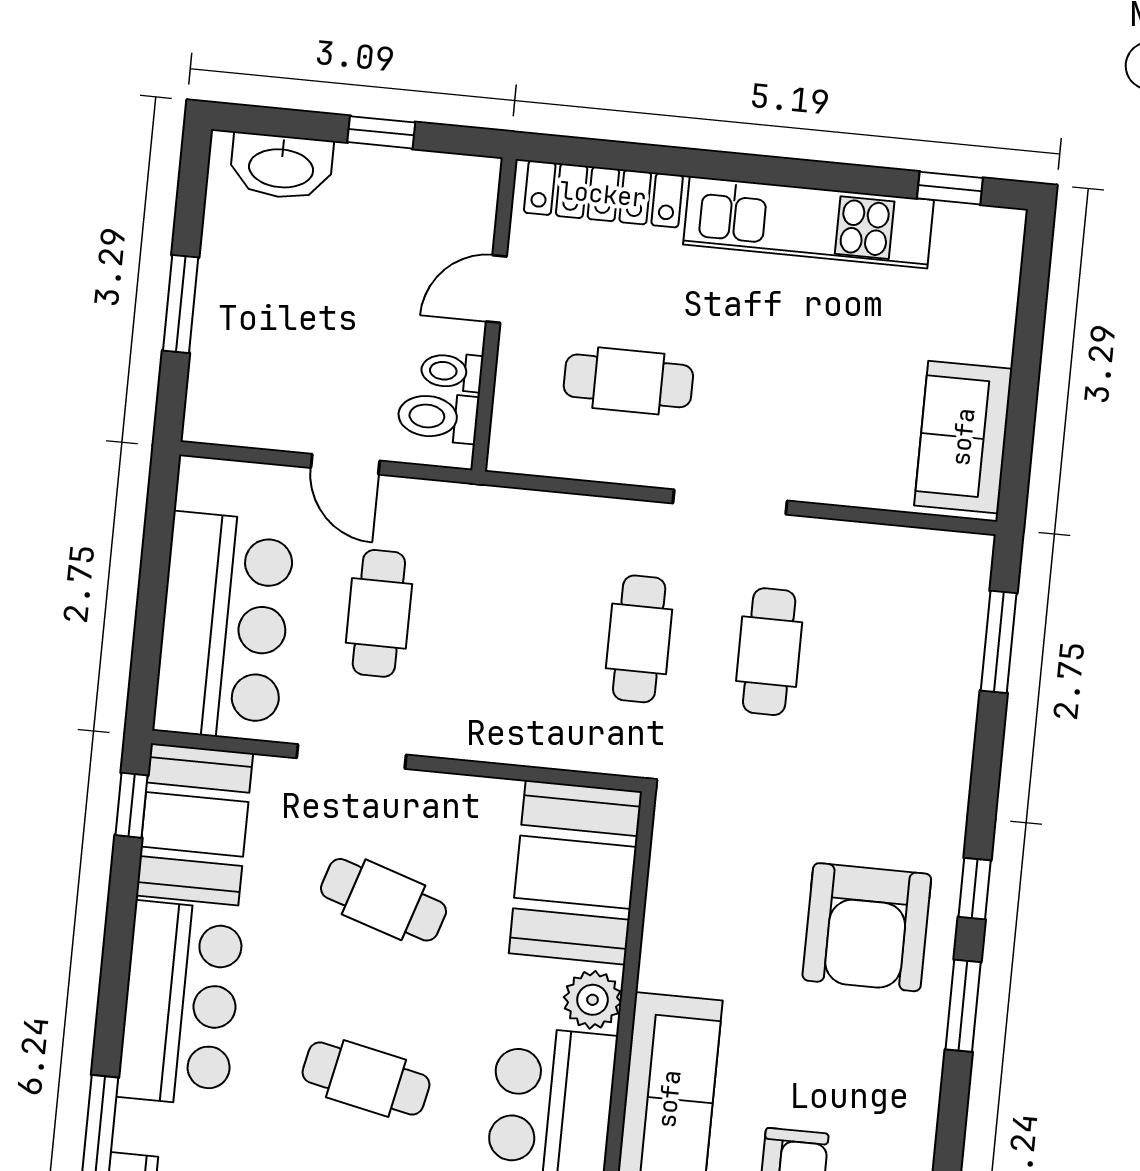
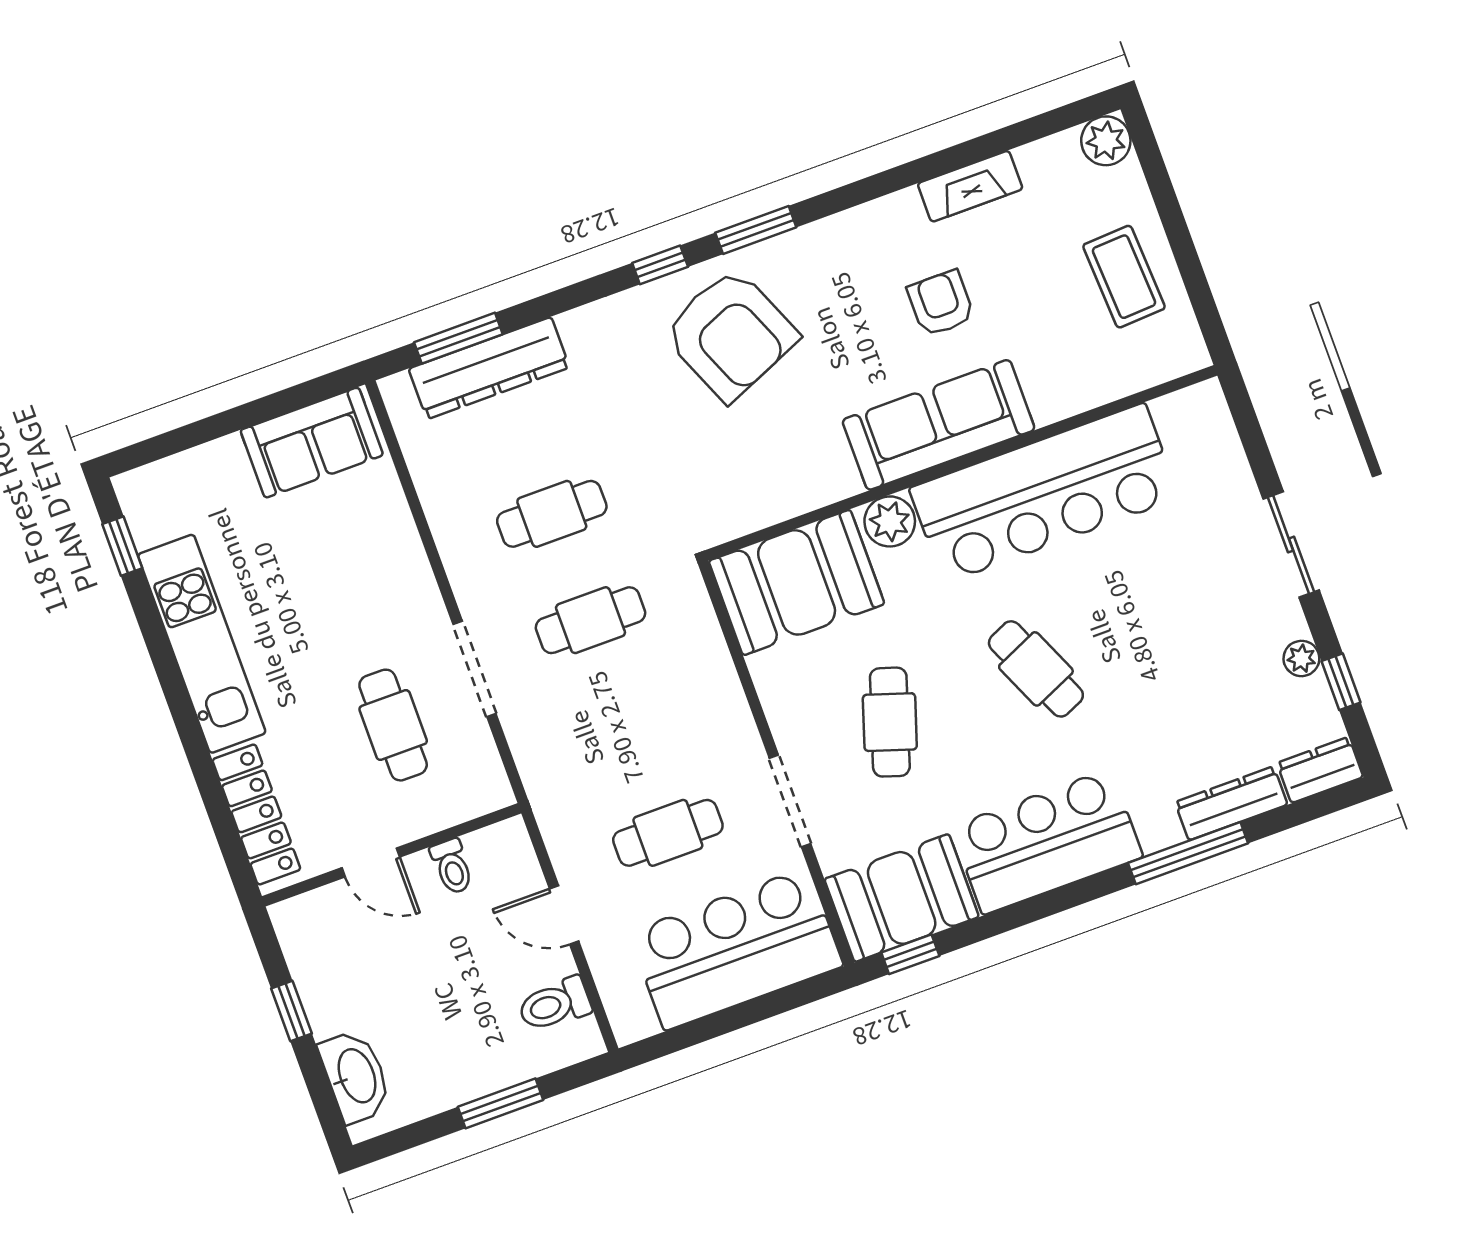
toilet: (438, 417) -> (555, 1004), moved, turned 90
door: (345, 464) -> (564, 915), swing flipped
doorway: (730, 502) -> (475, 669), moved
dresser: (952, 659) -> (489, 368), added
armchair: (867, 927) -> (730, 334), turned 67
cafe table: (366, 1079) -> (1036, 669), turned -36

